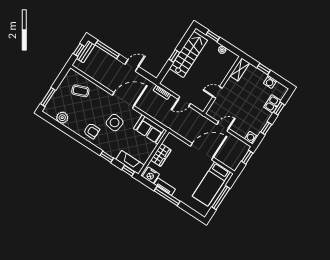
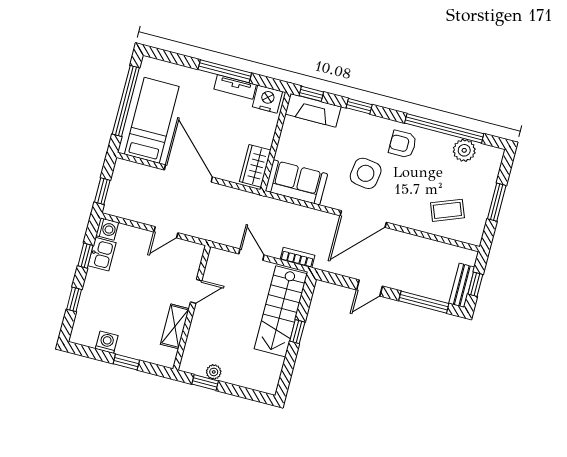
window: (213, 36) -> (205, 383), moved
stairs: (188, 54) -> (281, 311), moved
shelving: (240, 70) -> (175, 326), moved
window: (48, 97) -> (497, 202), moved
door: (184, 101) -> (251, 255), hinge flipped
kitchen sink: (272, 104) -> (102, 254), moved
window: (68, 132) -> (444, 128), added
door: (202, 152) -> (188, 173), swing flipped
wardrobe: (161, 155) -> (255, 166), moved
window: (221, 198) -> (126, 101), width x1.46

